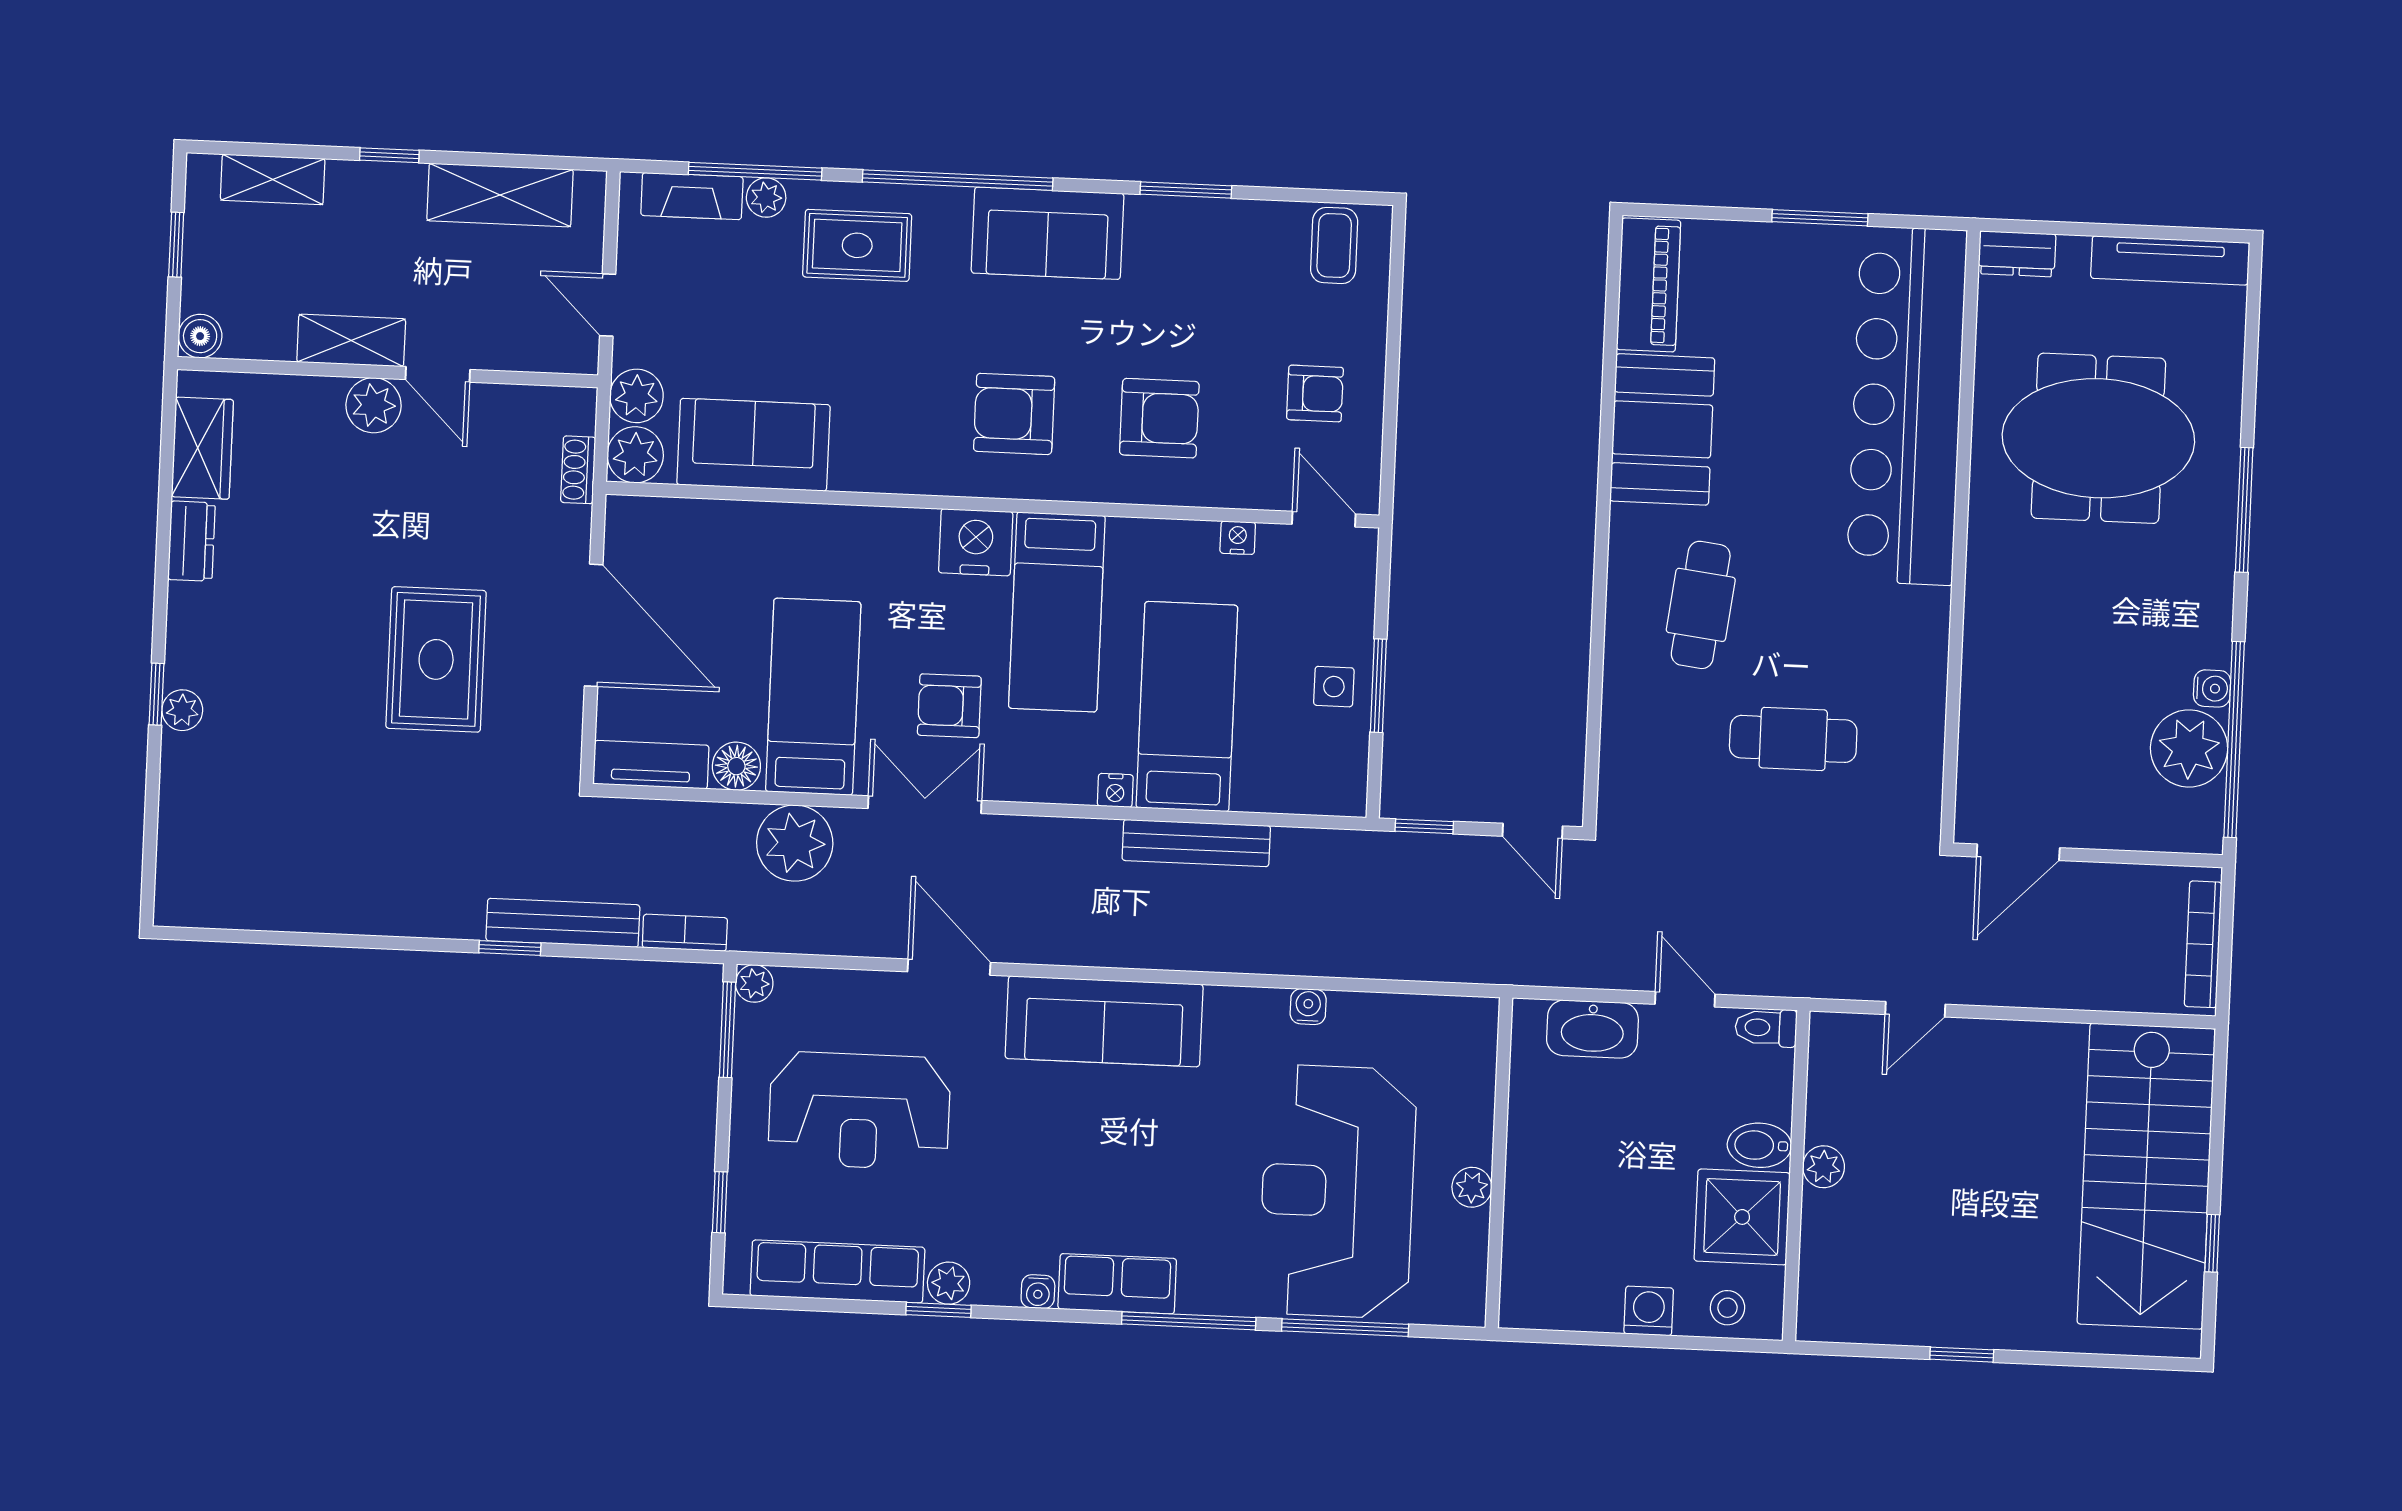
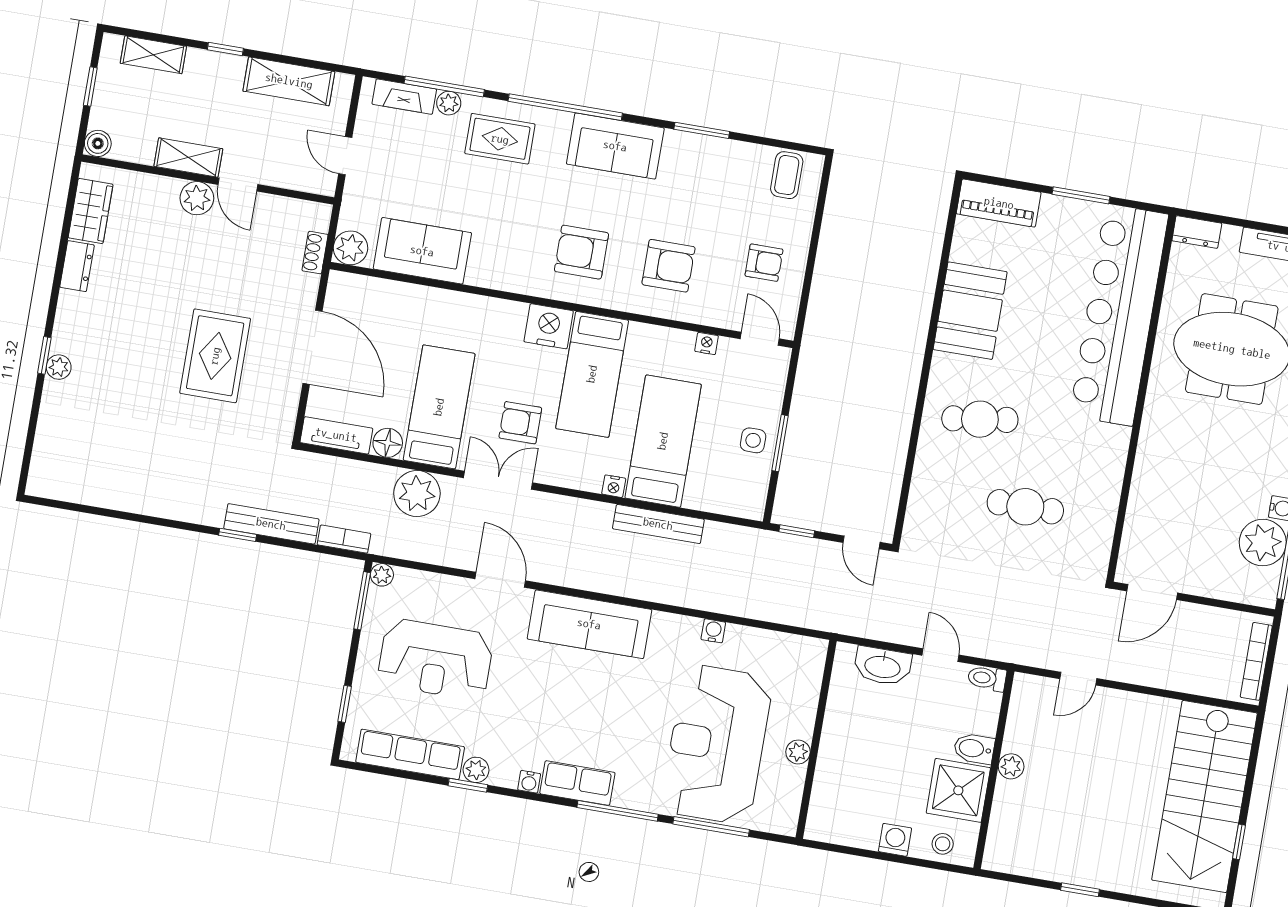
piano: (1649, 285) -> (999, 203), moved, turned 90
plant: (636, 396) -> (356, 213), removed
cafe table: (1701, 605) -> (980, 419), turned 75

